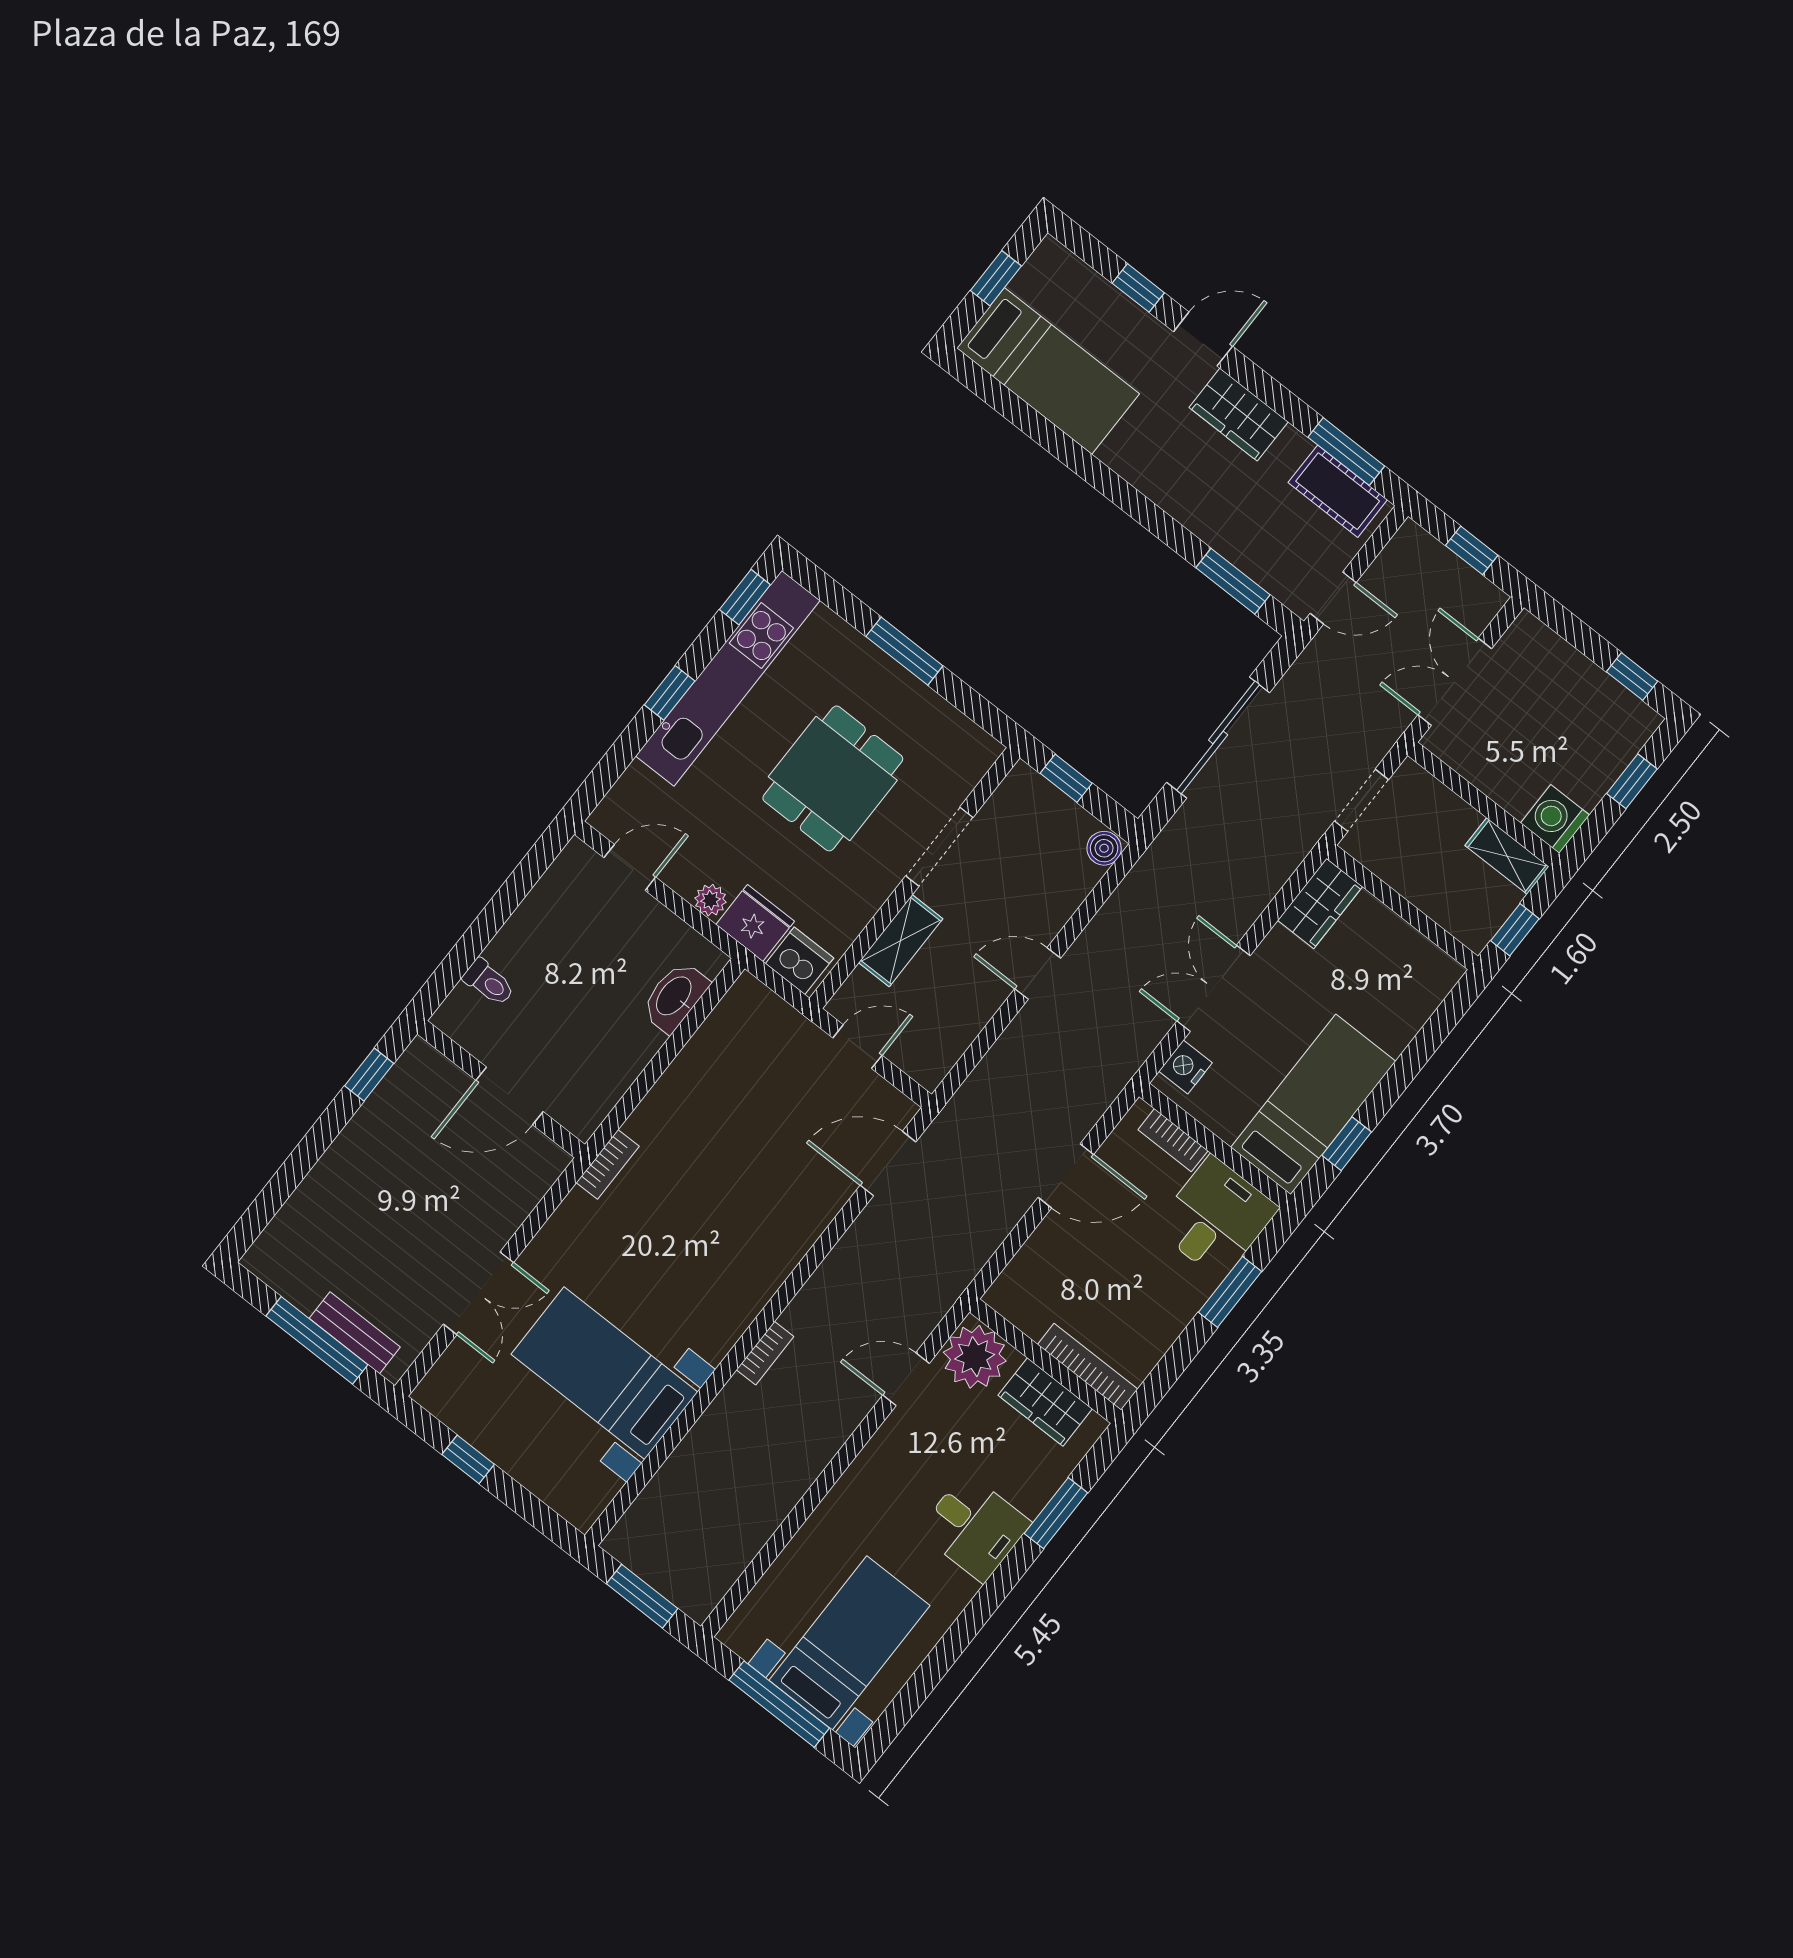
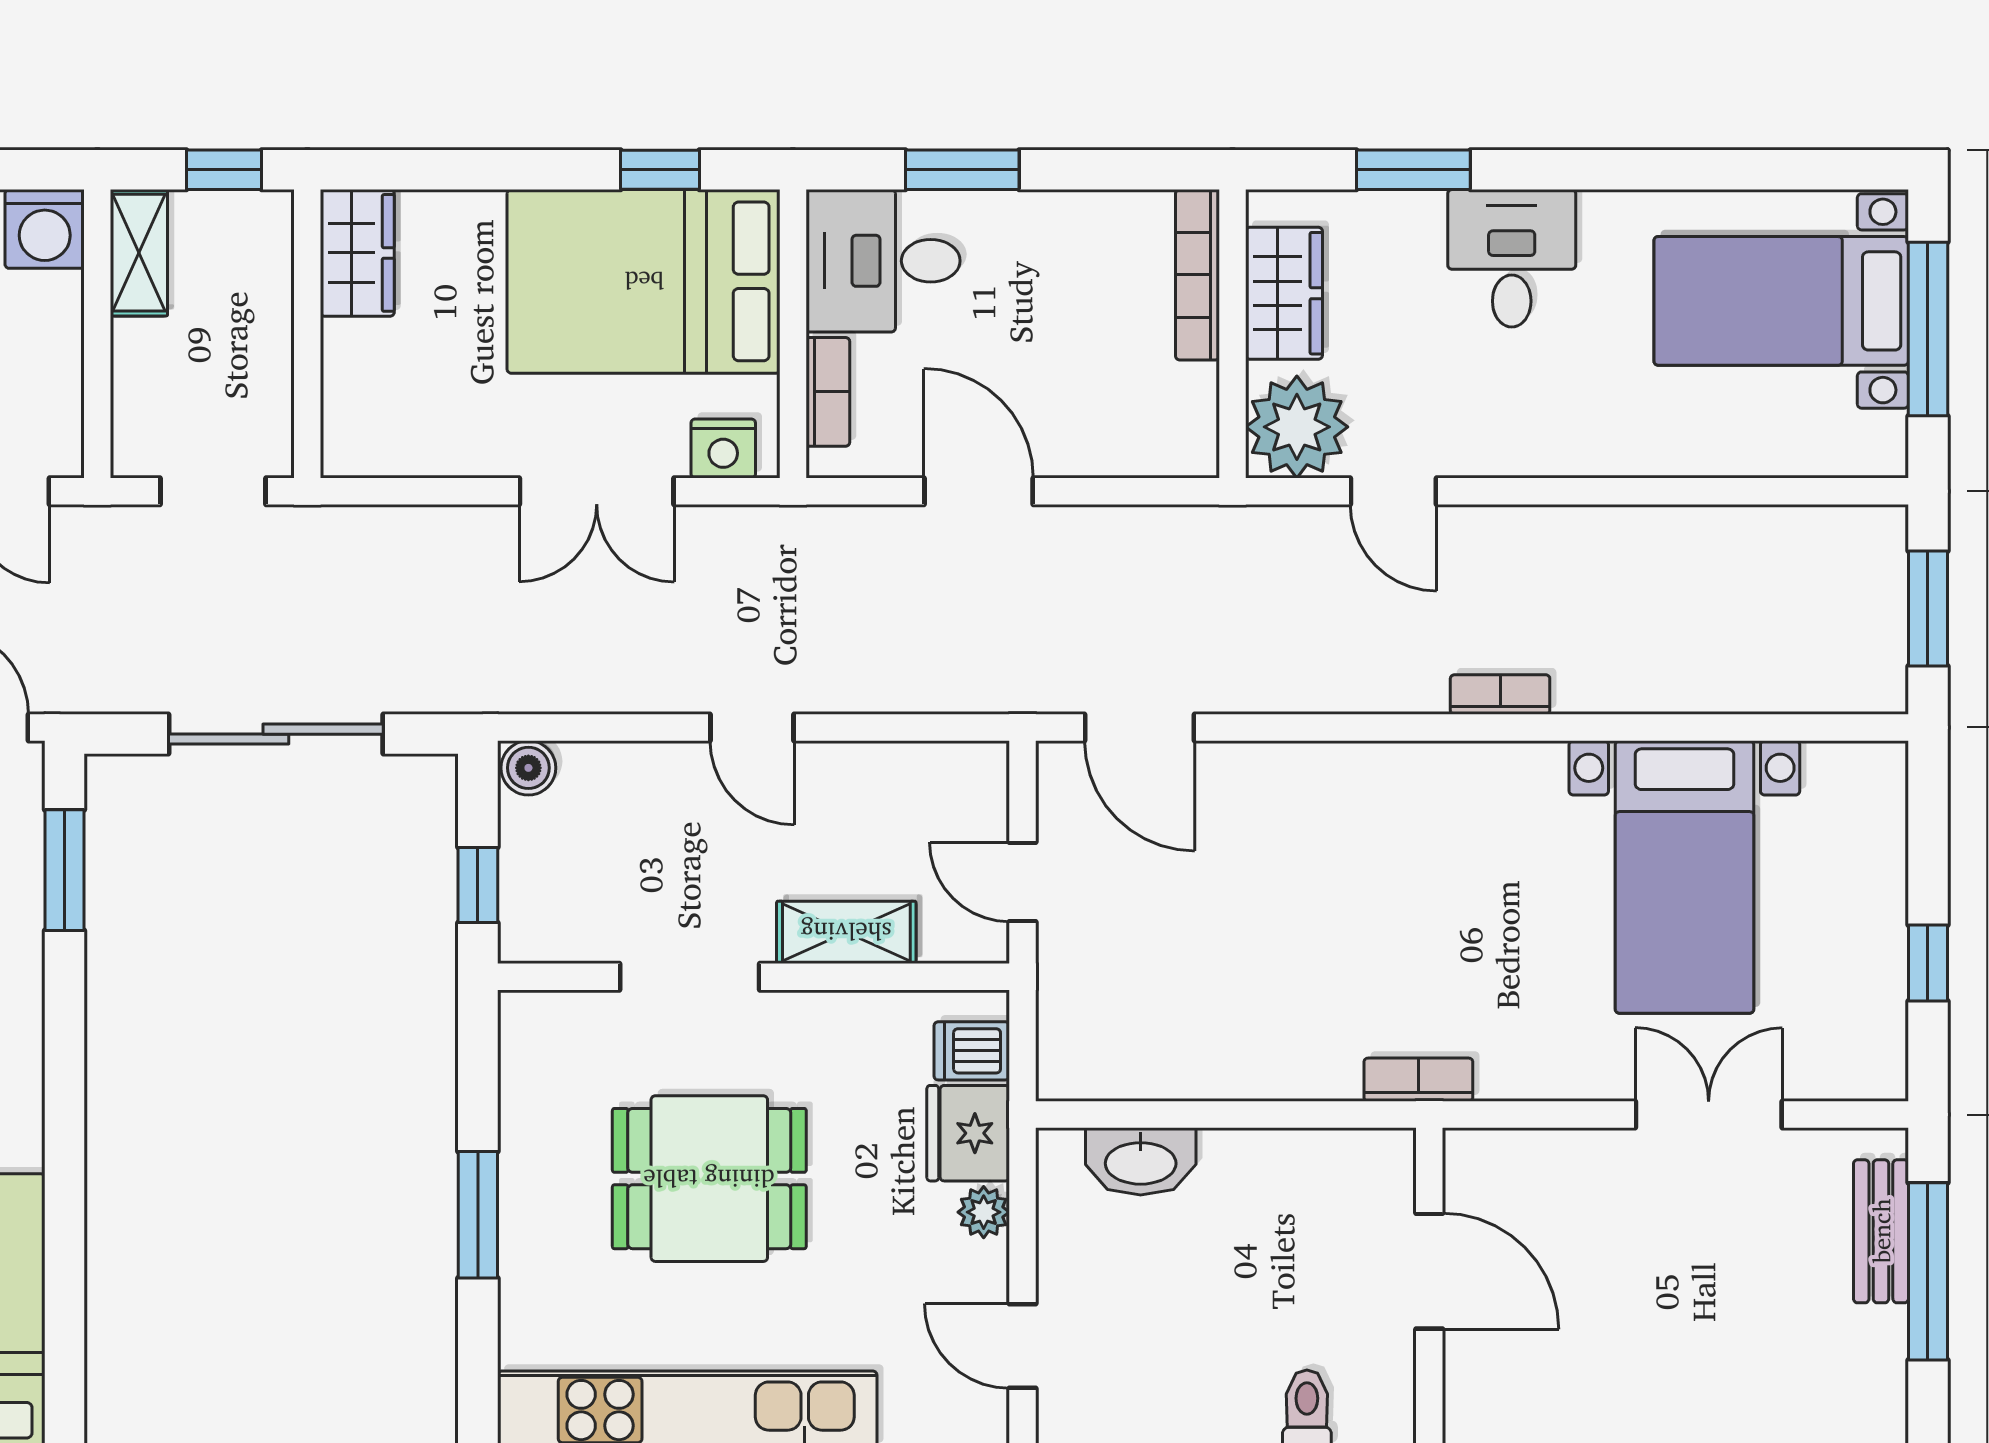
wardrobe: (1320, 903) -> (357, 253), moved, turned 90
dishwasher: (800, 961) -> (972, 1051), width x0.73
bed: (1313, 1104) -> (644, 281), width x1.50

